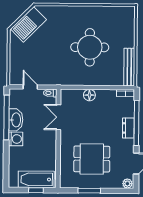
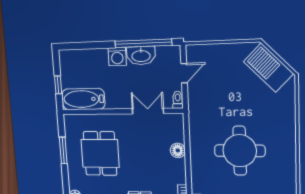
bathtub: (36, 179) -> (83, 99), moved, turned -90

